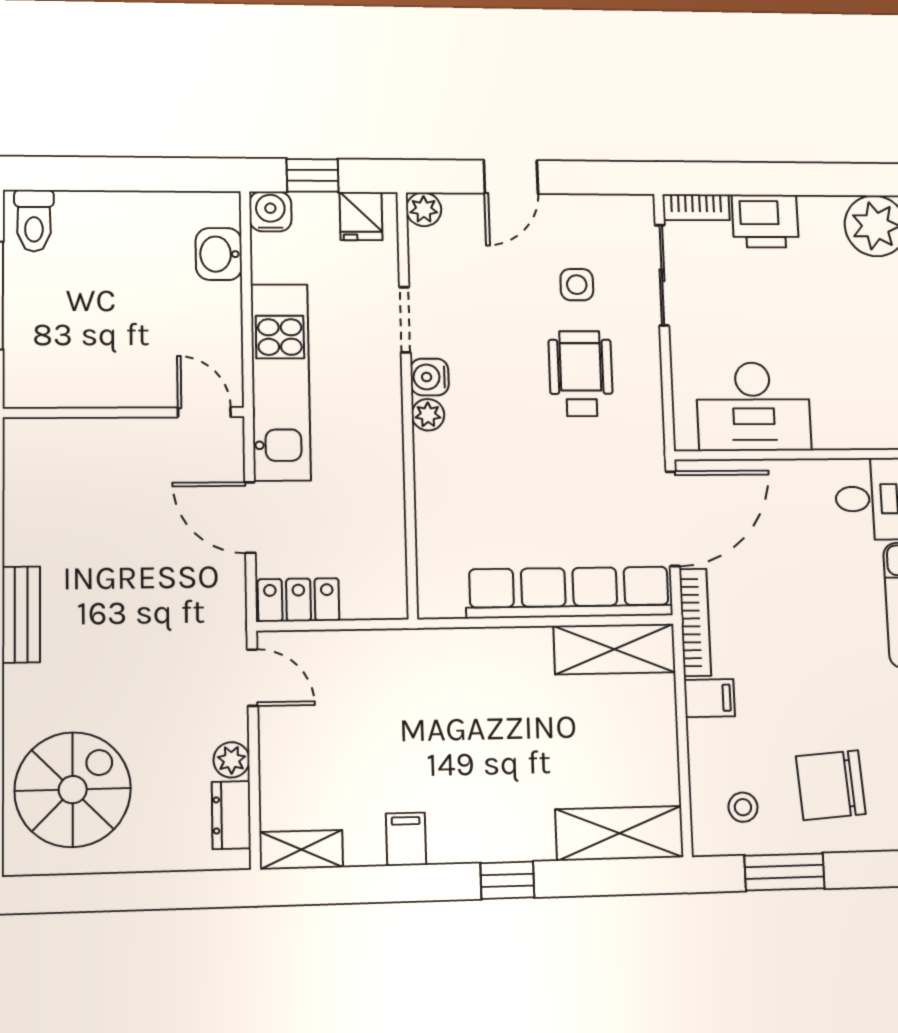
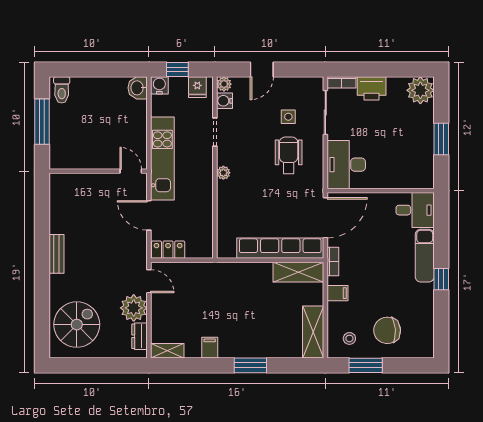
washbasin: (219, 254) -> (138, 88), moved
water cooler: (430, 377) -> (224, 101), moved
desk: (753, 407) -> (346, 165), moved, turned 90
bookcase: (695, 622) -> (333, 261), width x0.64
plant: (231, 760) -> (134, 308), width x1.88, depth x1.88
shelving: (619, 833) -> (313, 332), moved, turned 90
window: (507, 880) -> (250, 365), width x1.50

